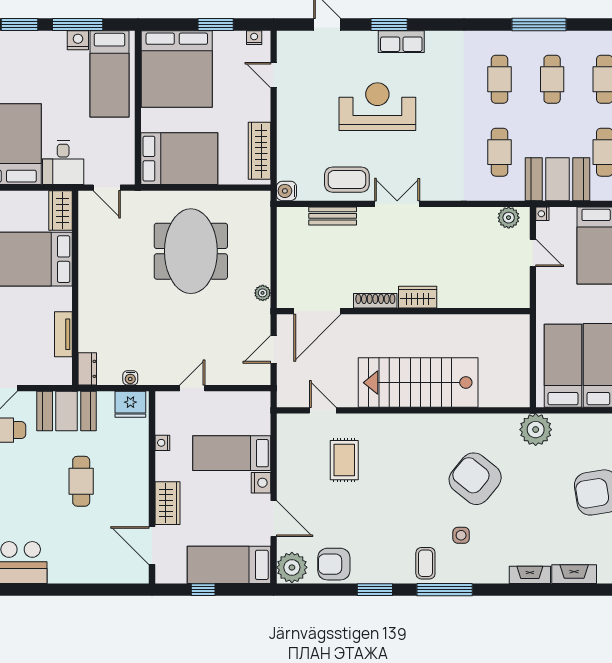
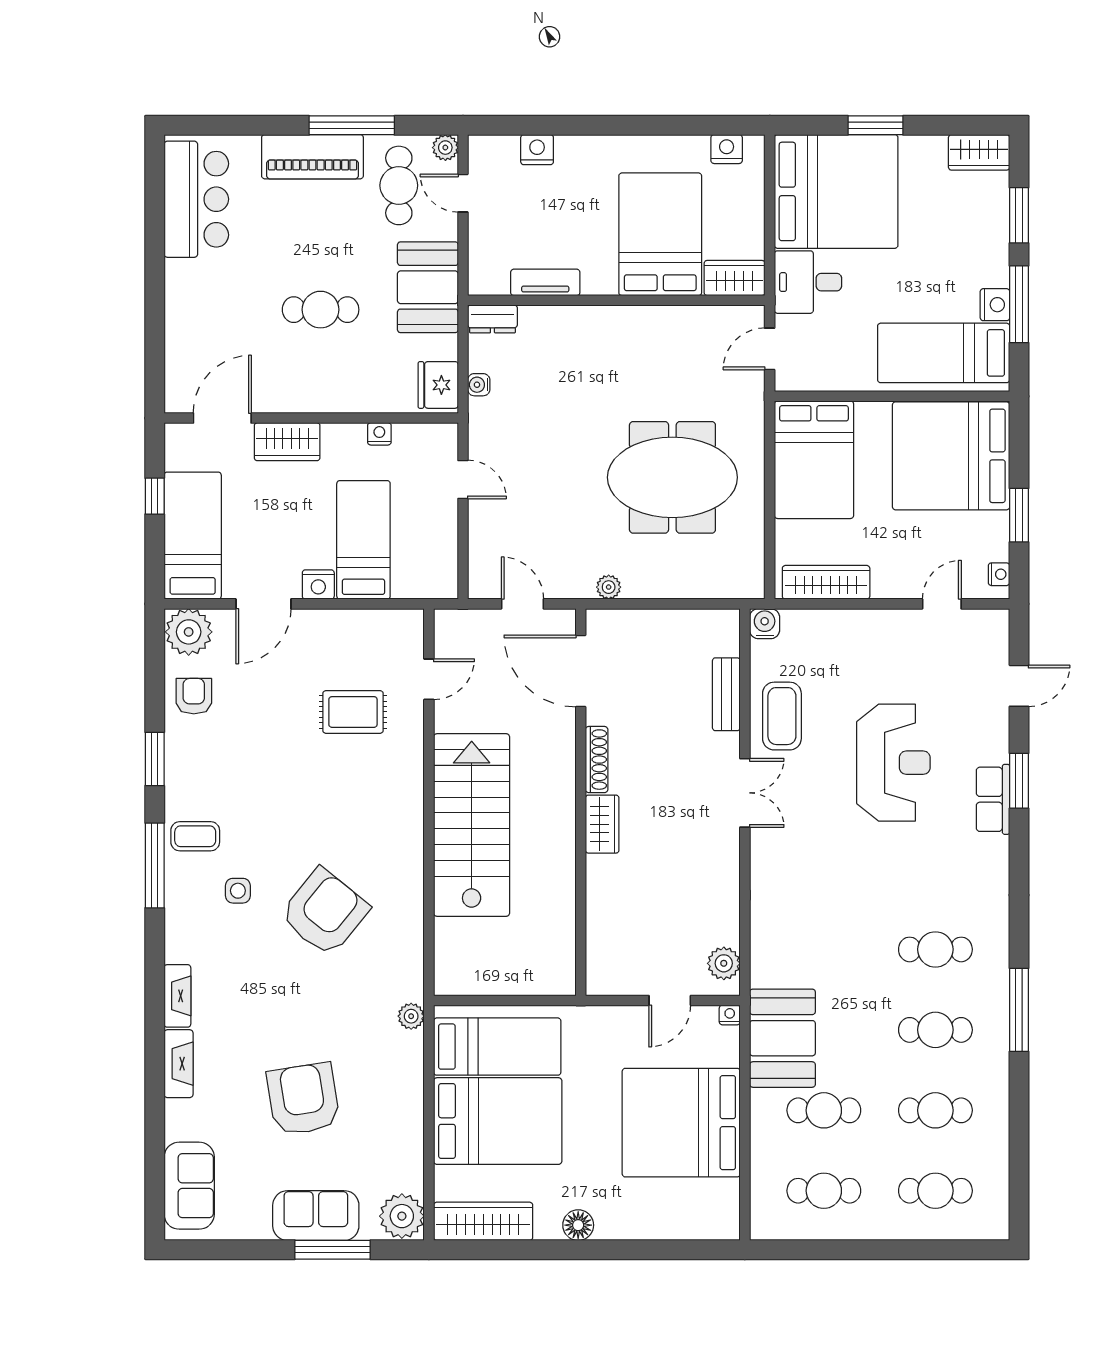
cafe table: (500, 152) -> (824, 949), removed
plant: (536, 430) -> (411, 1016), width x0.53, depth x0.53
armchair: (334, 564) -> (194, 696), width x0.72, depth x0.72

